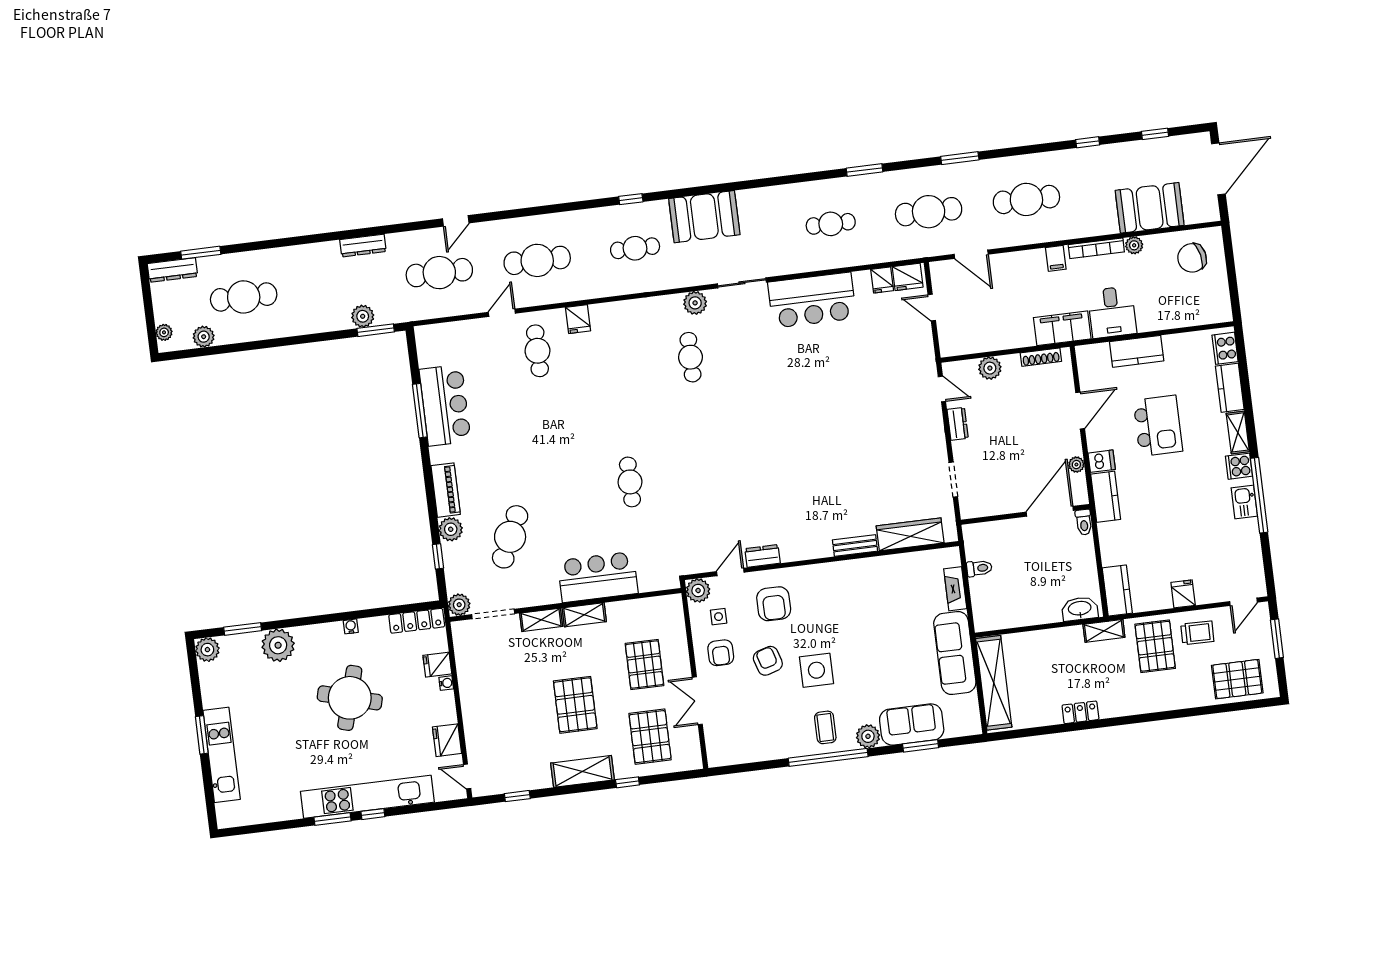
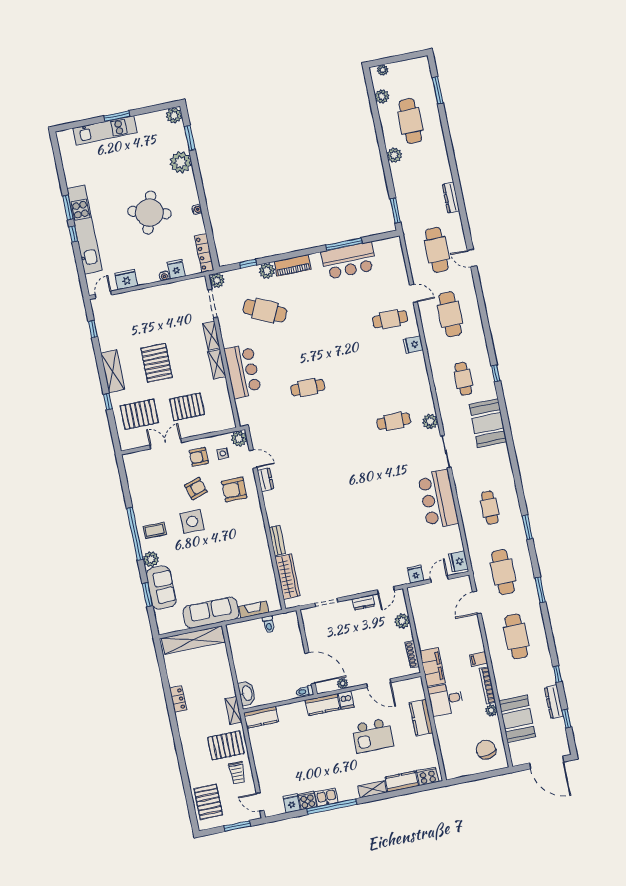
dresser: (172, 270) -> (554, 702), moved
fridge: (882, 280) -> (416, 574), moved, turned 90
plant: (363, 316) -> (394, 155), moved
cooker: (1239, 466) -> (307, 800), moved
fridge: (1183, 594) -> (292, 803), moved, turned -90
pallet: (575, 705) -> (157, 363), turned 90

